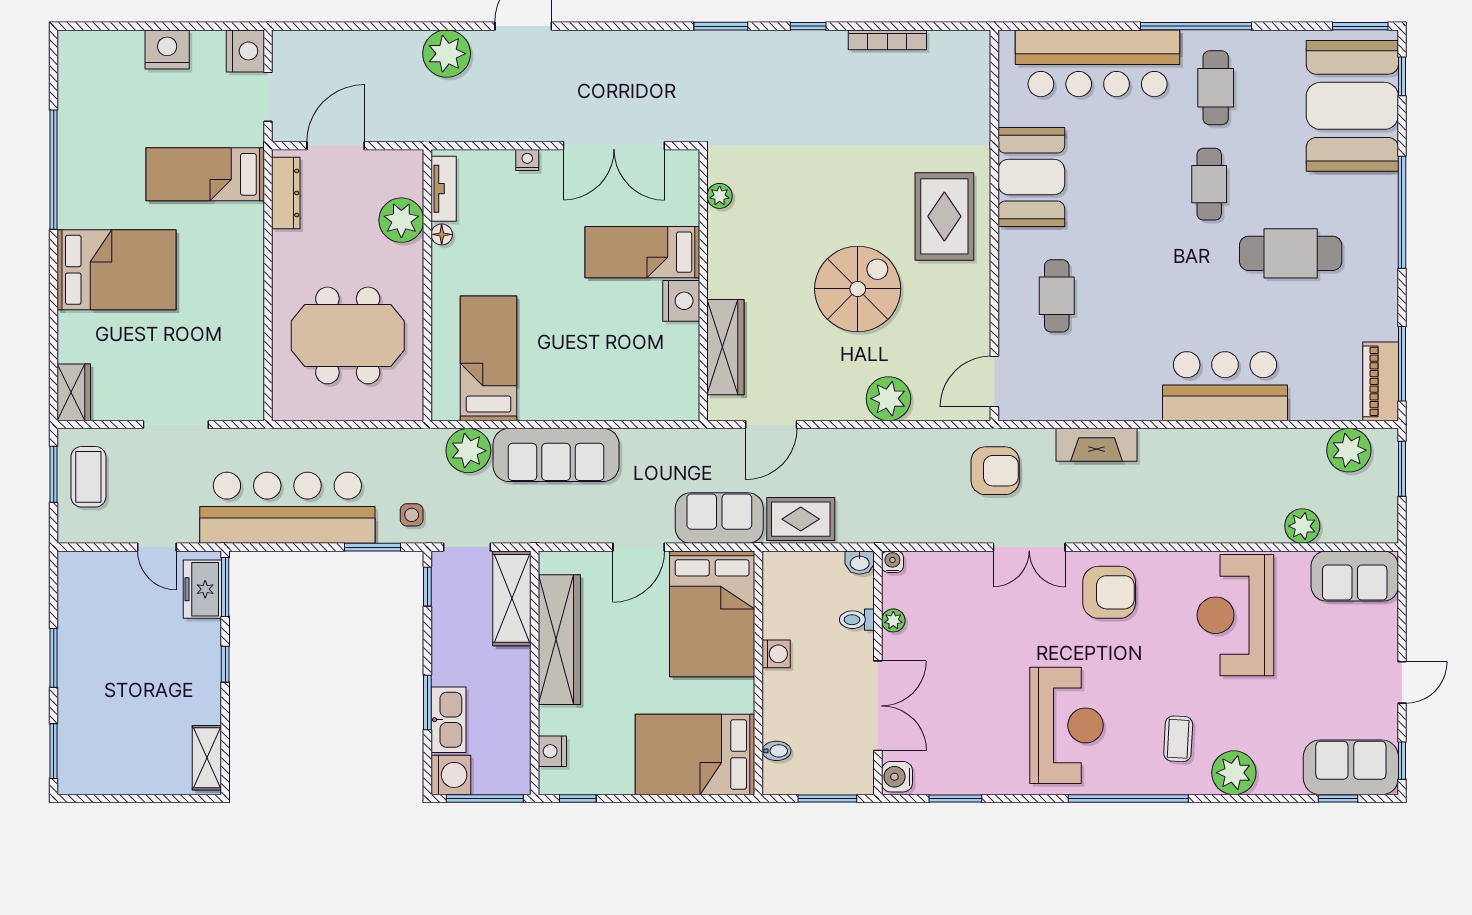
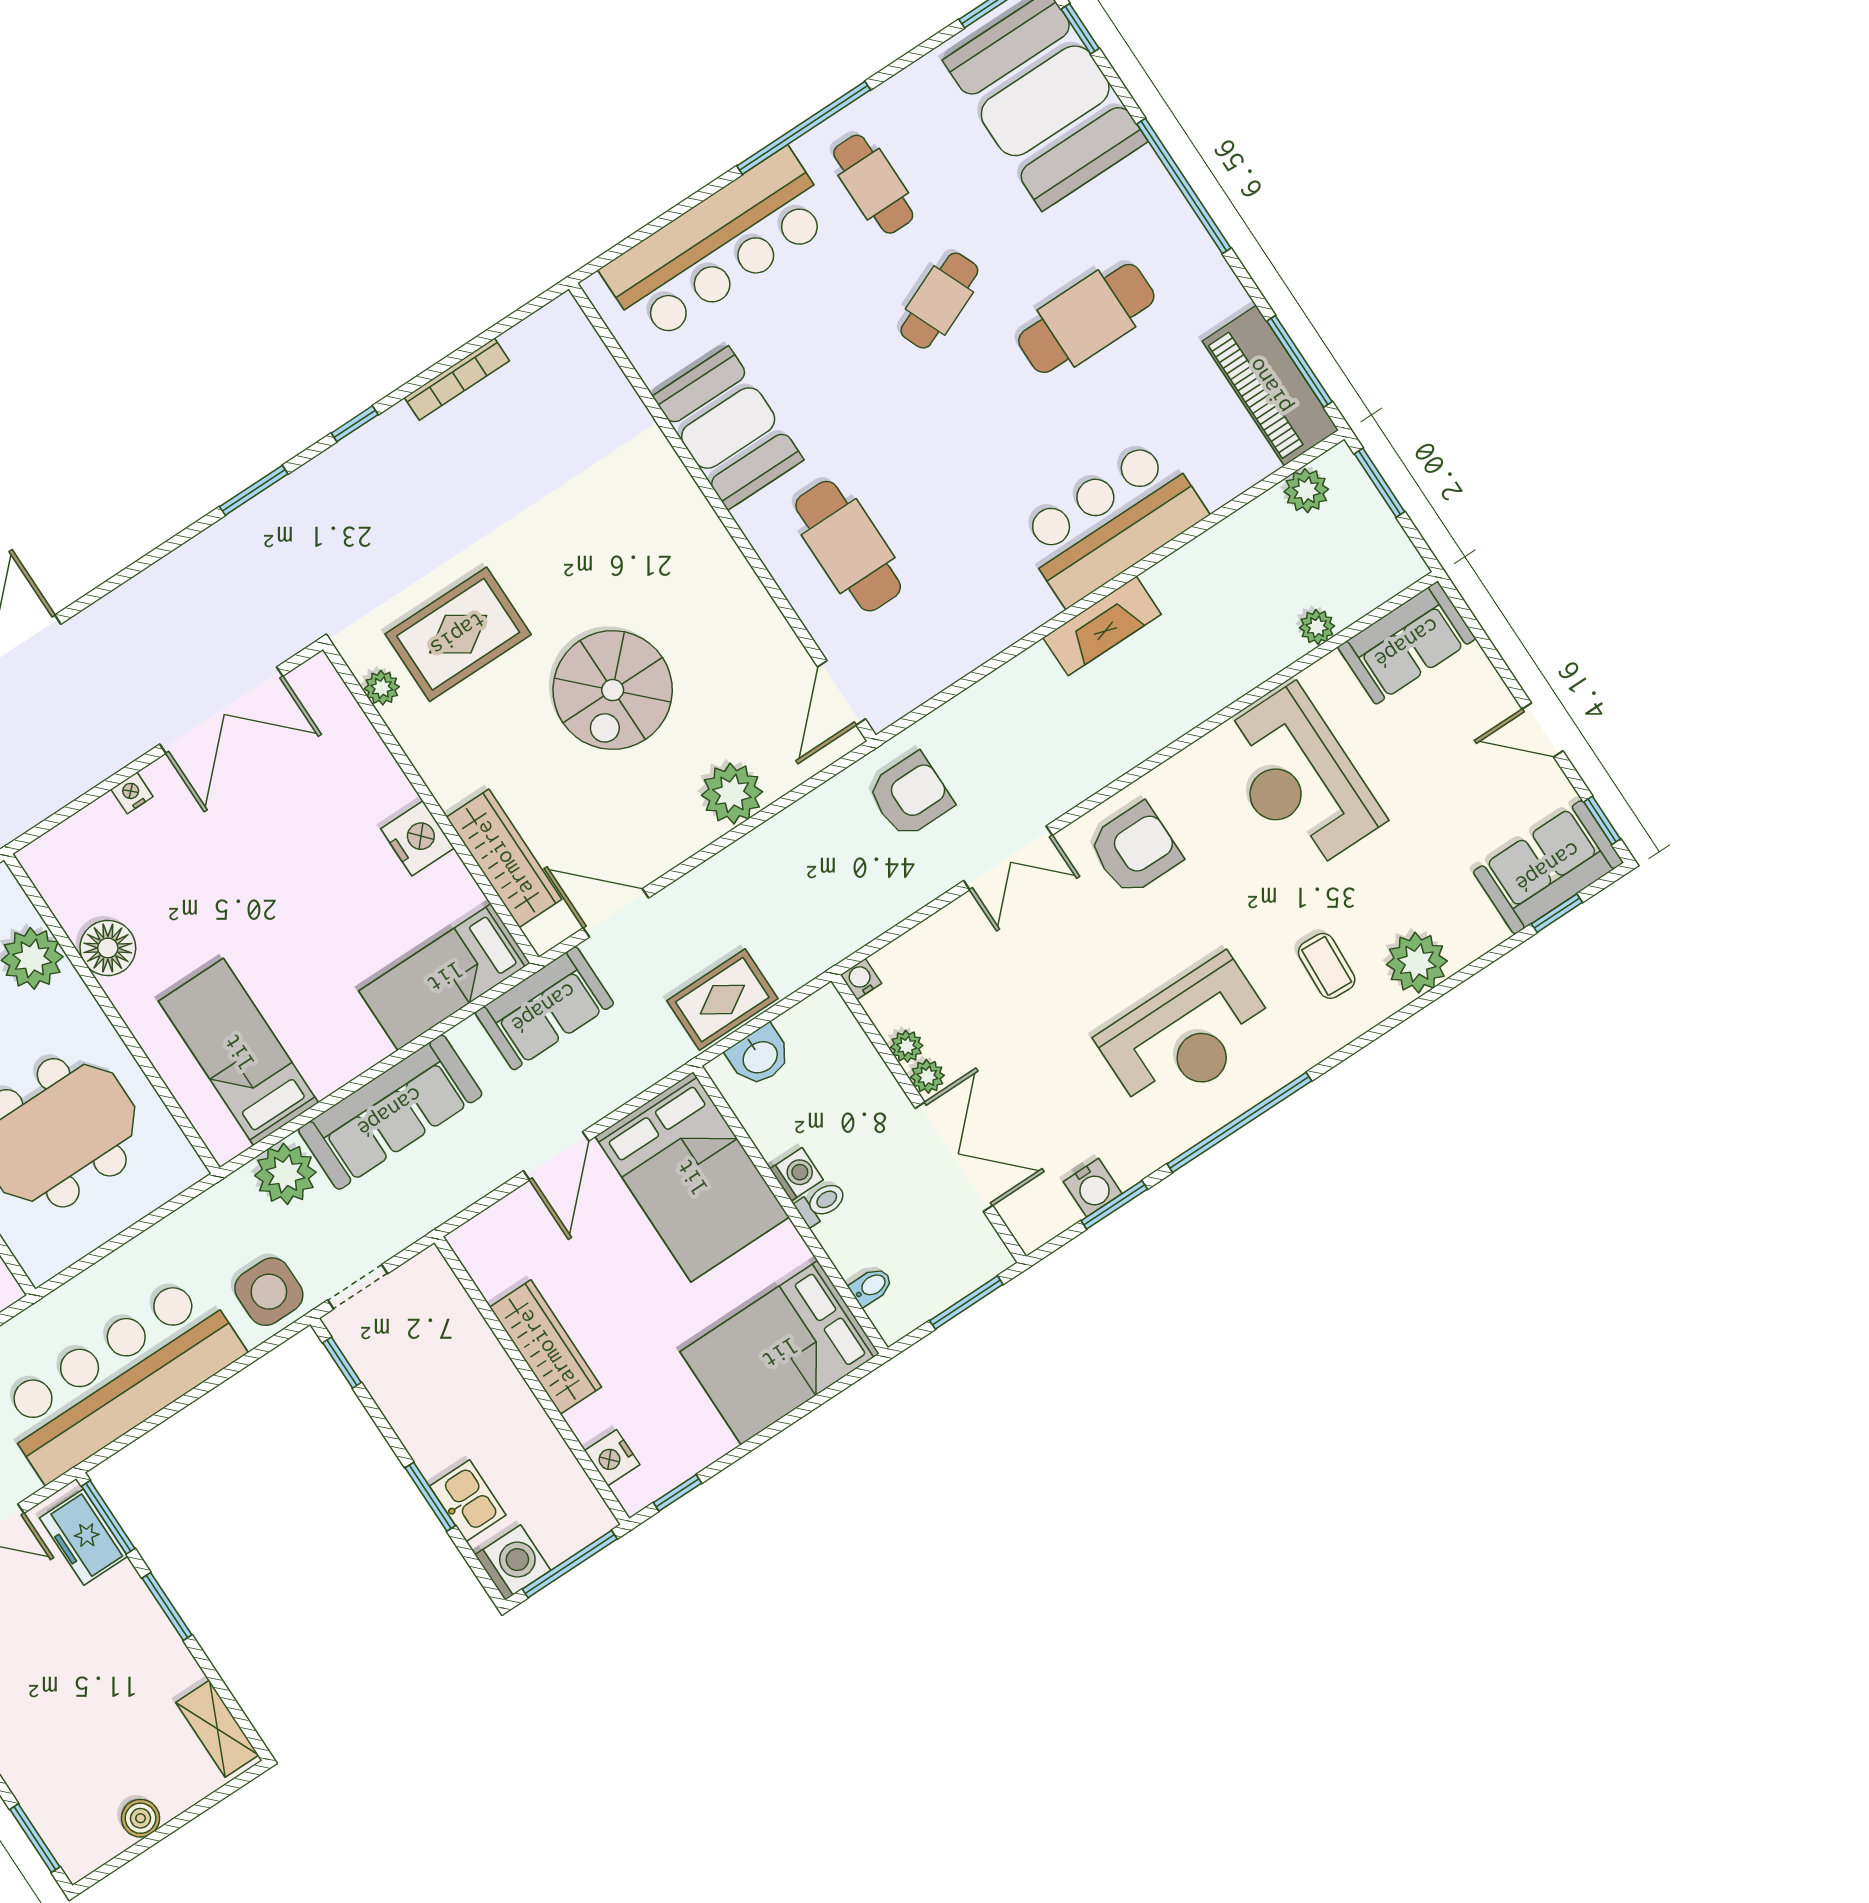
cafe table: (1209, 184) -> (939, 301), turned 67
tv unit: (444, 189) -> (57, 890), removed
rug: (944, 216) -> (458, 634), moved, turned 90
floor lamp: (442, 234) -> (108, 948), width x1.89, depth x1.89
bed: (642, 252) -> (445, 977), moved
spiral stairs: (858, 289) -> (613, 690), turned 180
cafe table: (1057, 296) -> (848, 546), width x1.37, depth x1.35
piano: (1381, 381) -> (1270, 386), width x1.37, depth x1.33
door: (771, 425) -> (616, 913), swing flipped
fireplace: (1097, 445) -> (1102, 626), moved
plant: (1349, 450) -> (1306, 491), width x0.73, depth x0.73
side table: (412, 515) -> (269, 1292), width x1.87, depth x1.87
sofa: (719, 518) -> (544, 1008), moved, turned 180
plant: (1302, 526) -> (1317, 627), width x0.73, depth x0.73
window: (373, 547) -> (248, 1359), removed
washbasin: (860, 563) -> (759, 1056), moved, width x1.38, depth x1.45
shelving: (512, 598) -> (449, 1312), removed
toilet: (857, 620) -> (821, 1203), moved, turned 180
wardrobe: (559, 640) -> (546, 1347), width x0.71, depth x0.85
plant: (894, 647) -> (927, 1076), added
window: (225, 664) -> (167, 1606), width x1.50
door: (1402, 682) -> (1543, 730), swing flipped
kitchen sink: (448, 720) -> (468, 1501), width x0.73
reception desk: (1066, 725) -> (1187, 1036), turned 90
water cooler: (897, 777) -> (1093, 1188), moved, turned -90
boiler: (125, 781) -> (140, 1818), added
window: (1128, 798) -> (1239, 1122), moved

